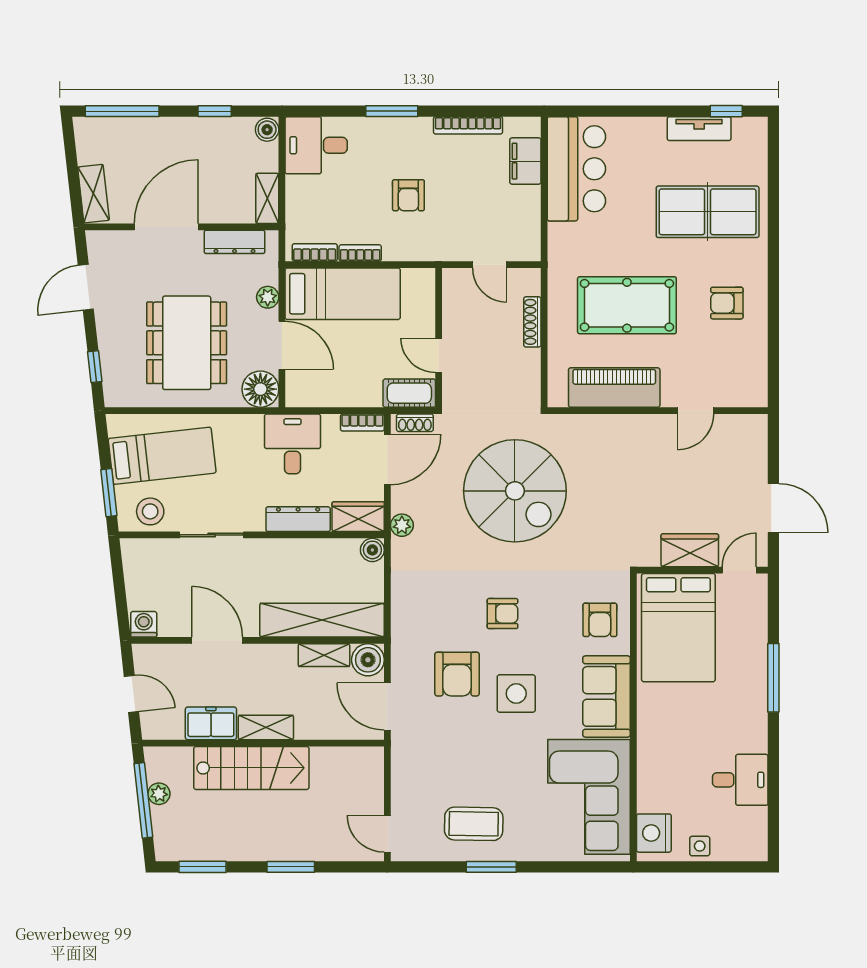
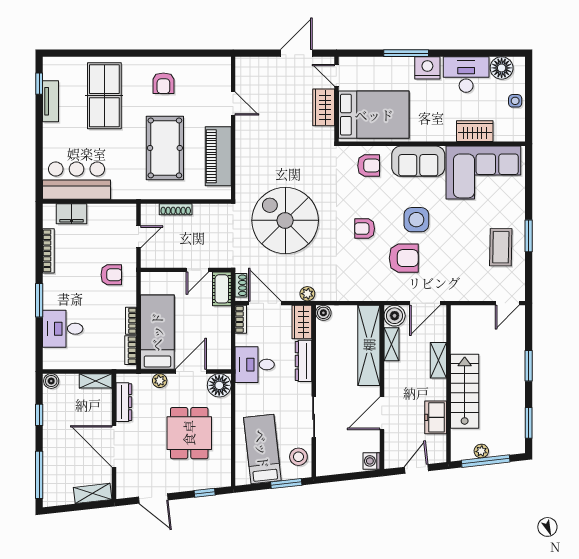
desk: (316, 145) -> (63, 329), moved, turned 90
armchair: (408, 195) -> (111, 275), moved
dining table: (187, 343) -> (189, 433), width x0.73
spiral stairs: (515, 491) -> (285, 220), turned -90
armchair: (503, 614) -> (365, 229), turned -90
shelving: (266, 727) -> (438, 360), moved
desk: (740, 780) -> (466, 75), width x1.37
wardrobe: (653, 784) -> (475, 131), added
floor lamp: (750, 825) -> (502, 68), added
nightstand: (654, 833) -> (427, 68), moved, turned 180

